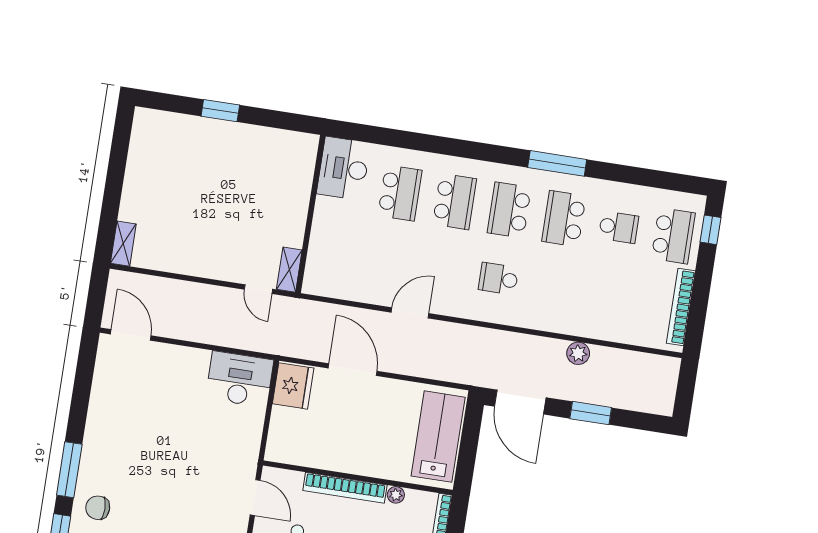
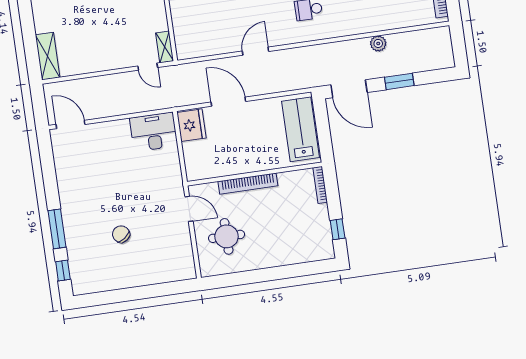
shelving: (123, 244) -> (48, 56), width x1.50, depth x1.33
plant: (396, 495) -> (284, 178), removed
chair: (98, 508) -> (121, 234), moved, turned 54

